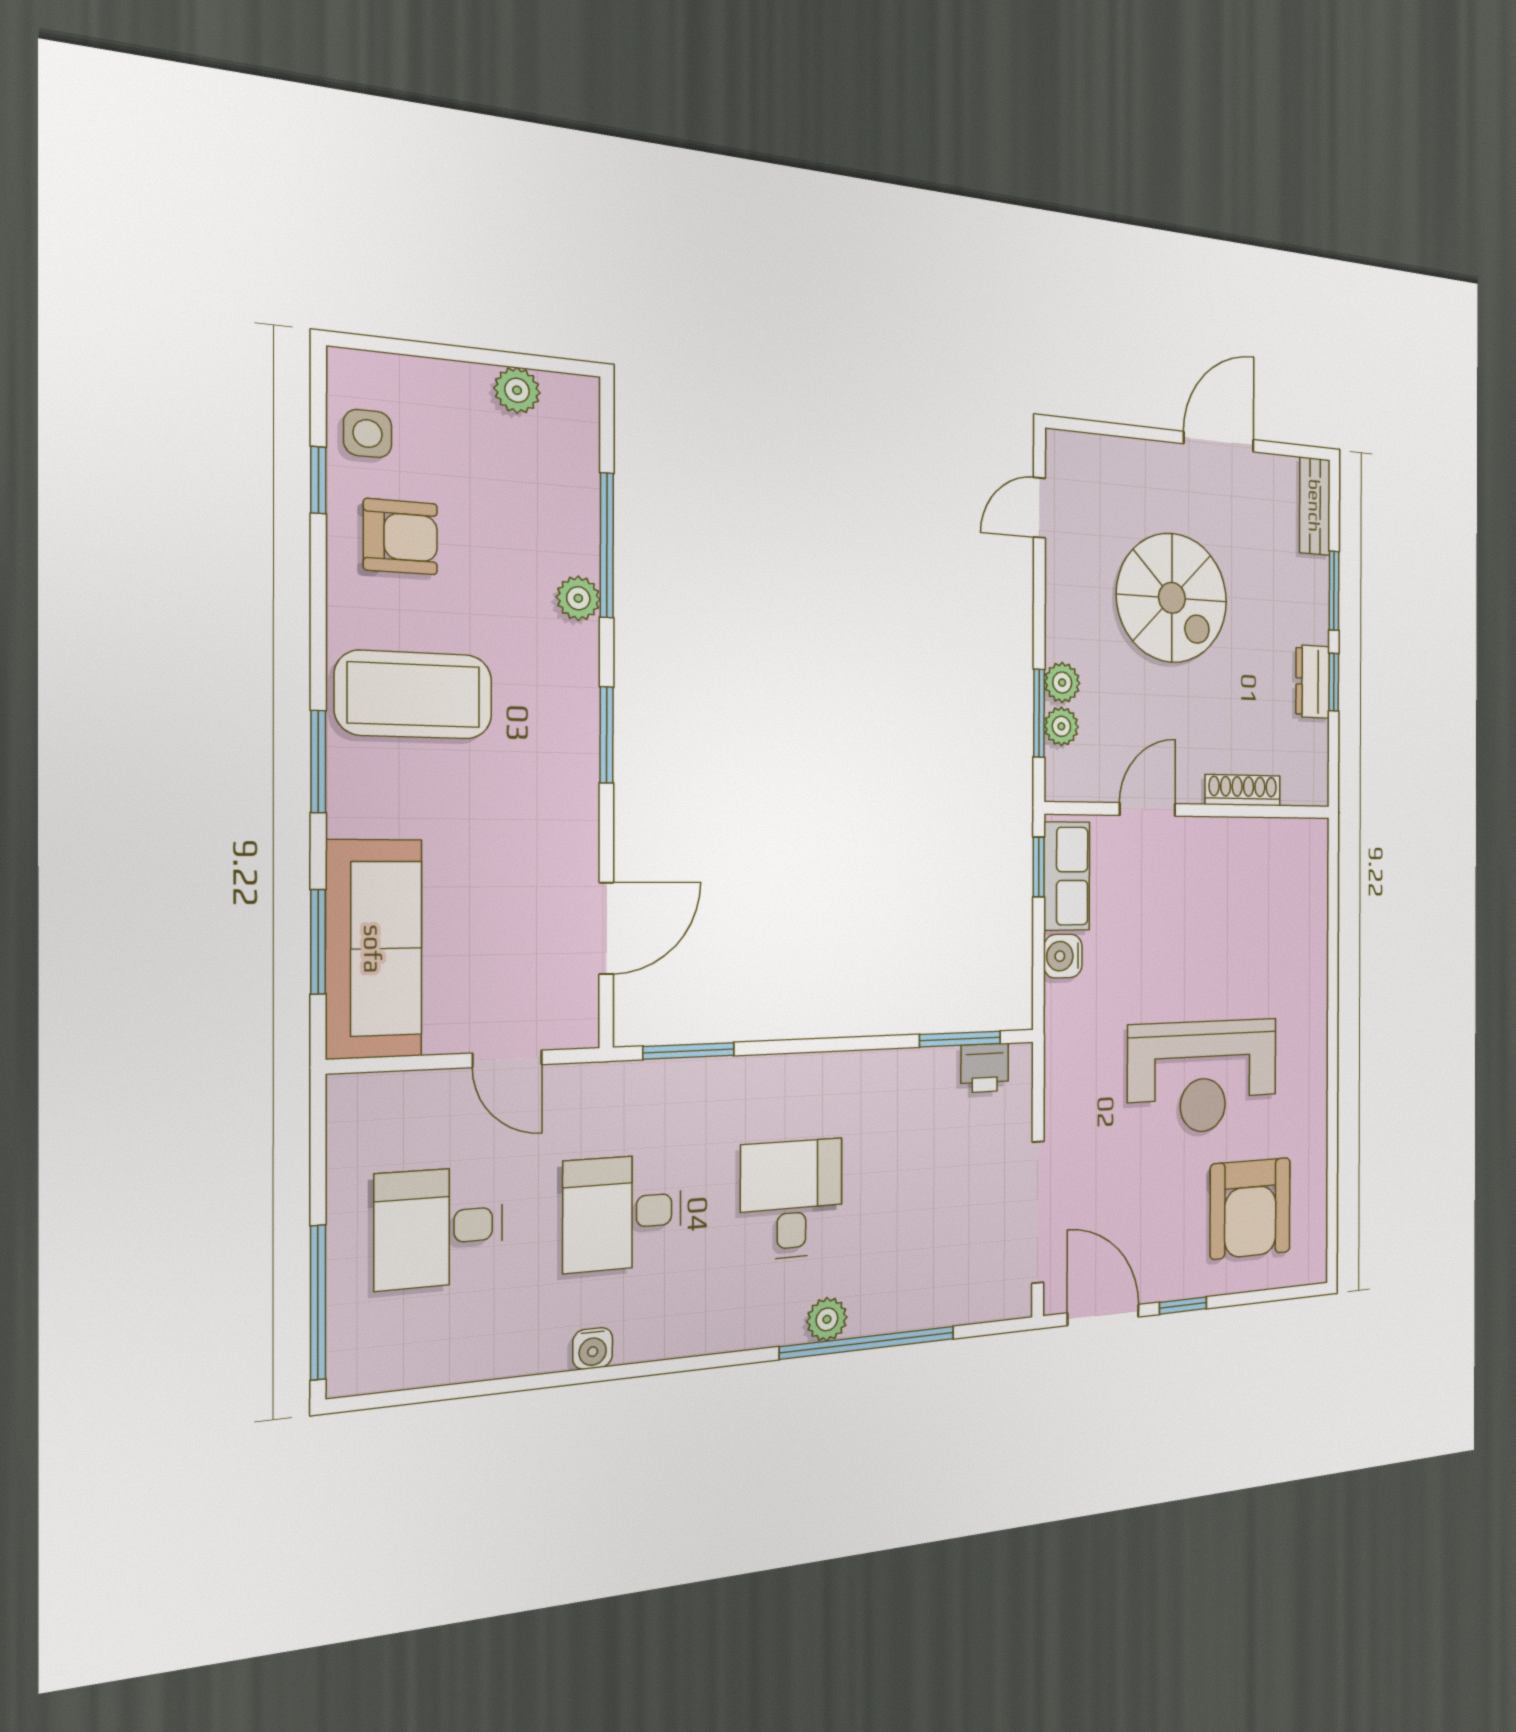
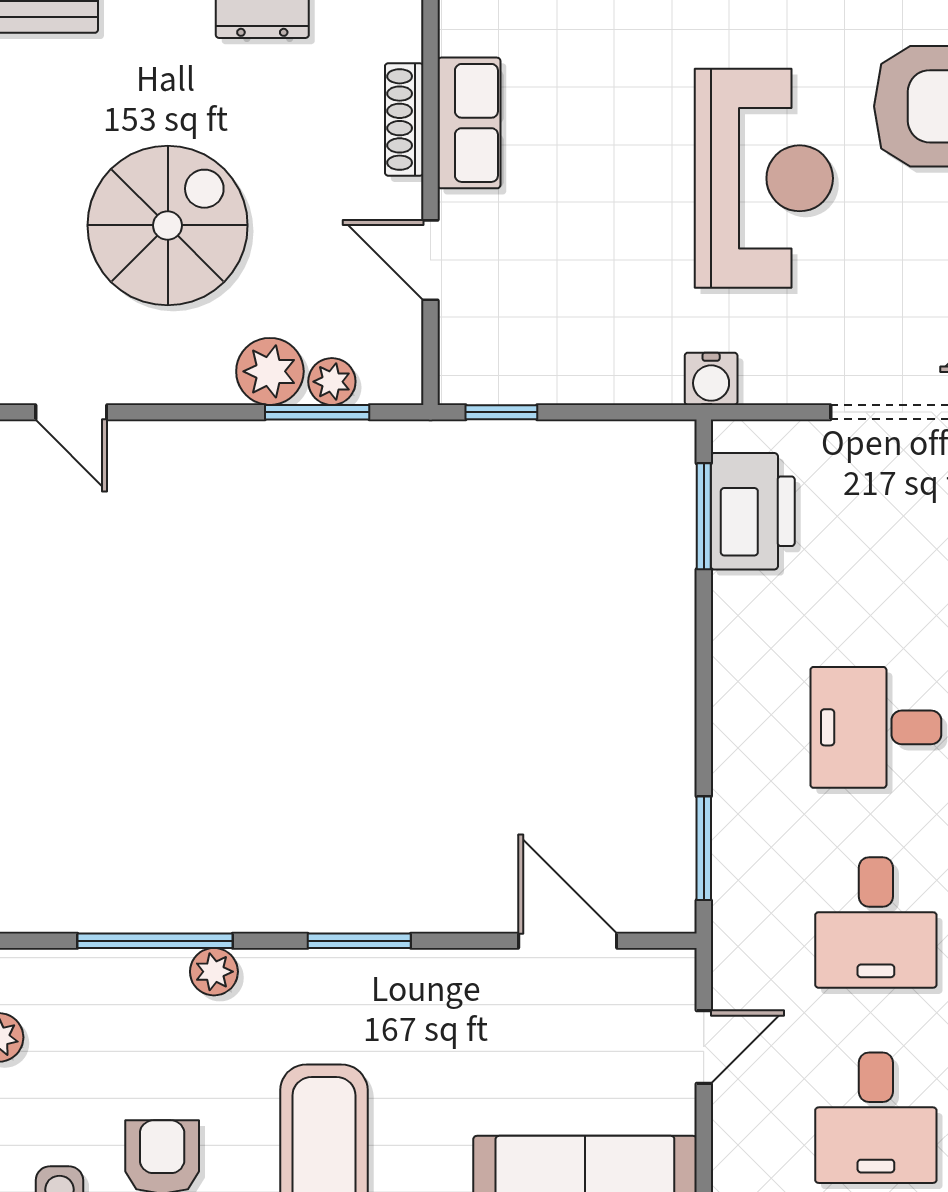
plant: (1062, 683) -> (270, 371), width x1.38, depth x1.38
row of seats: (1067, 876) -> (469, 123), moved, turned 90
water cooler: (1063, 956) -> (711, 379), moved
printer: (985, 1068) -> (753, 511), width x1.87, depth x1.48

